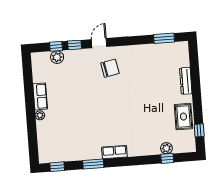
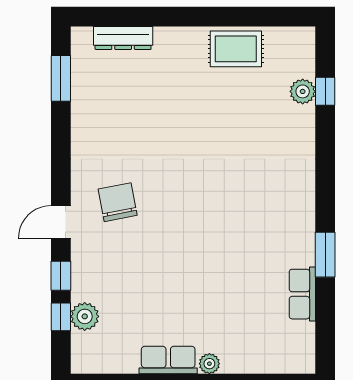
door: (99, 43) -> (61, 222), hinge flipped
dresser: (186, 81) -> (123, 38), moved
window: (199, 130) -> (269, 17), removed
row of seats: (114, 152) -> (302, 294), moved
window: (57, 167) -> (325, 334), removed

